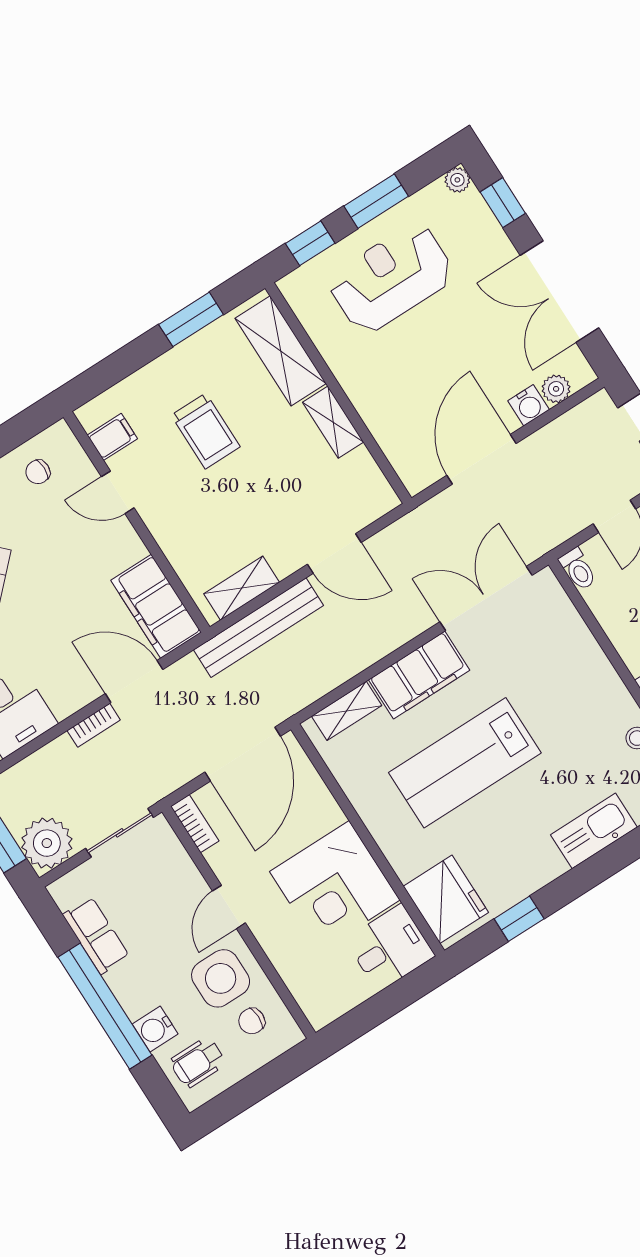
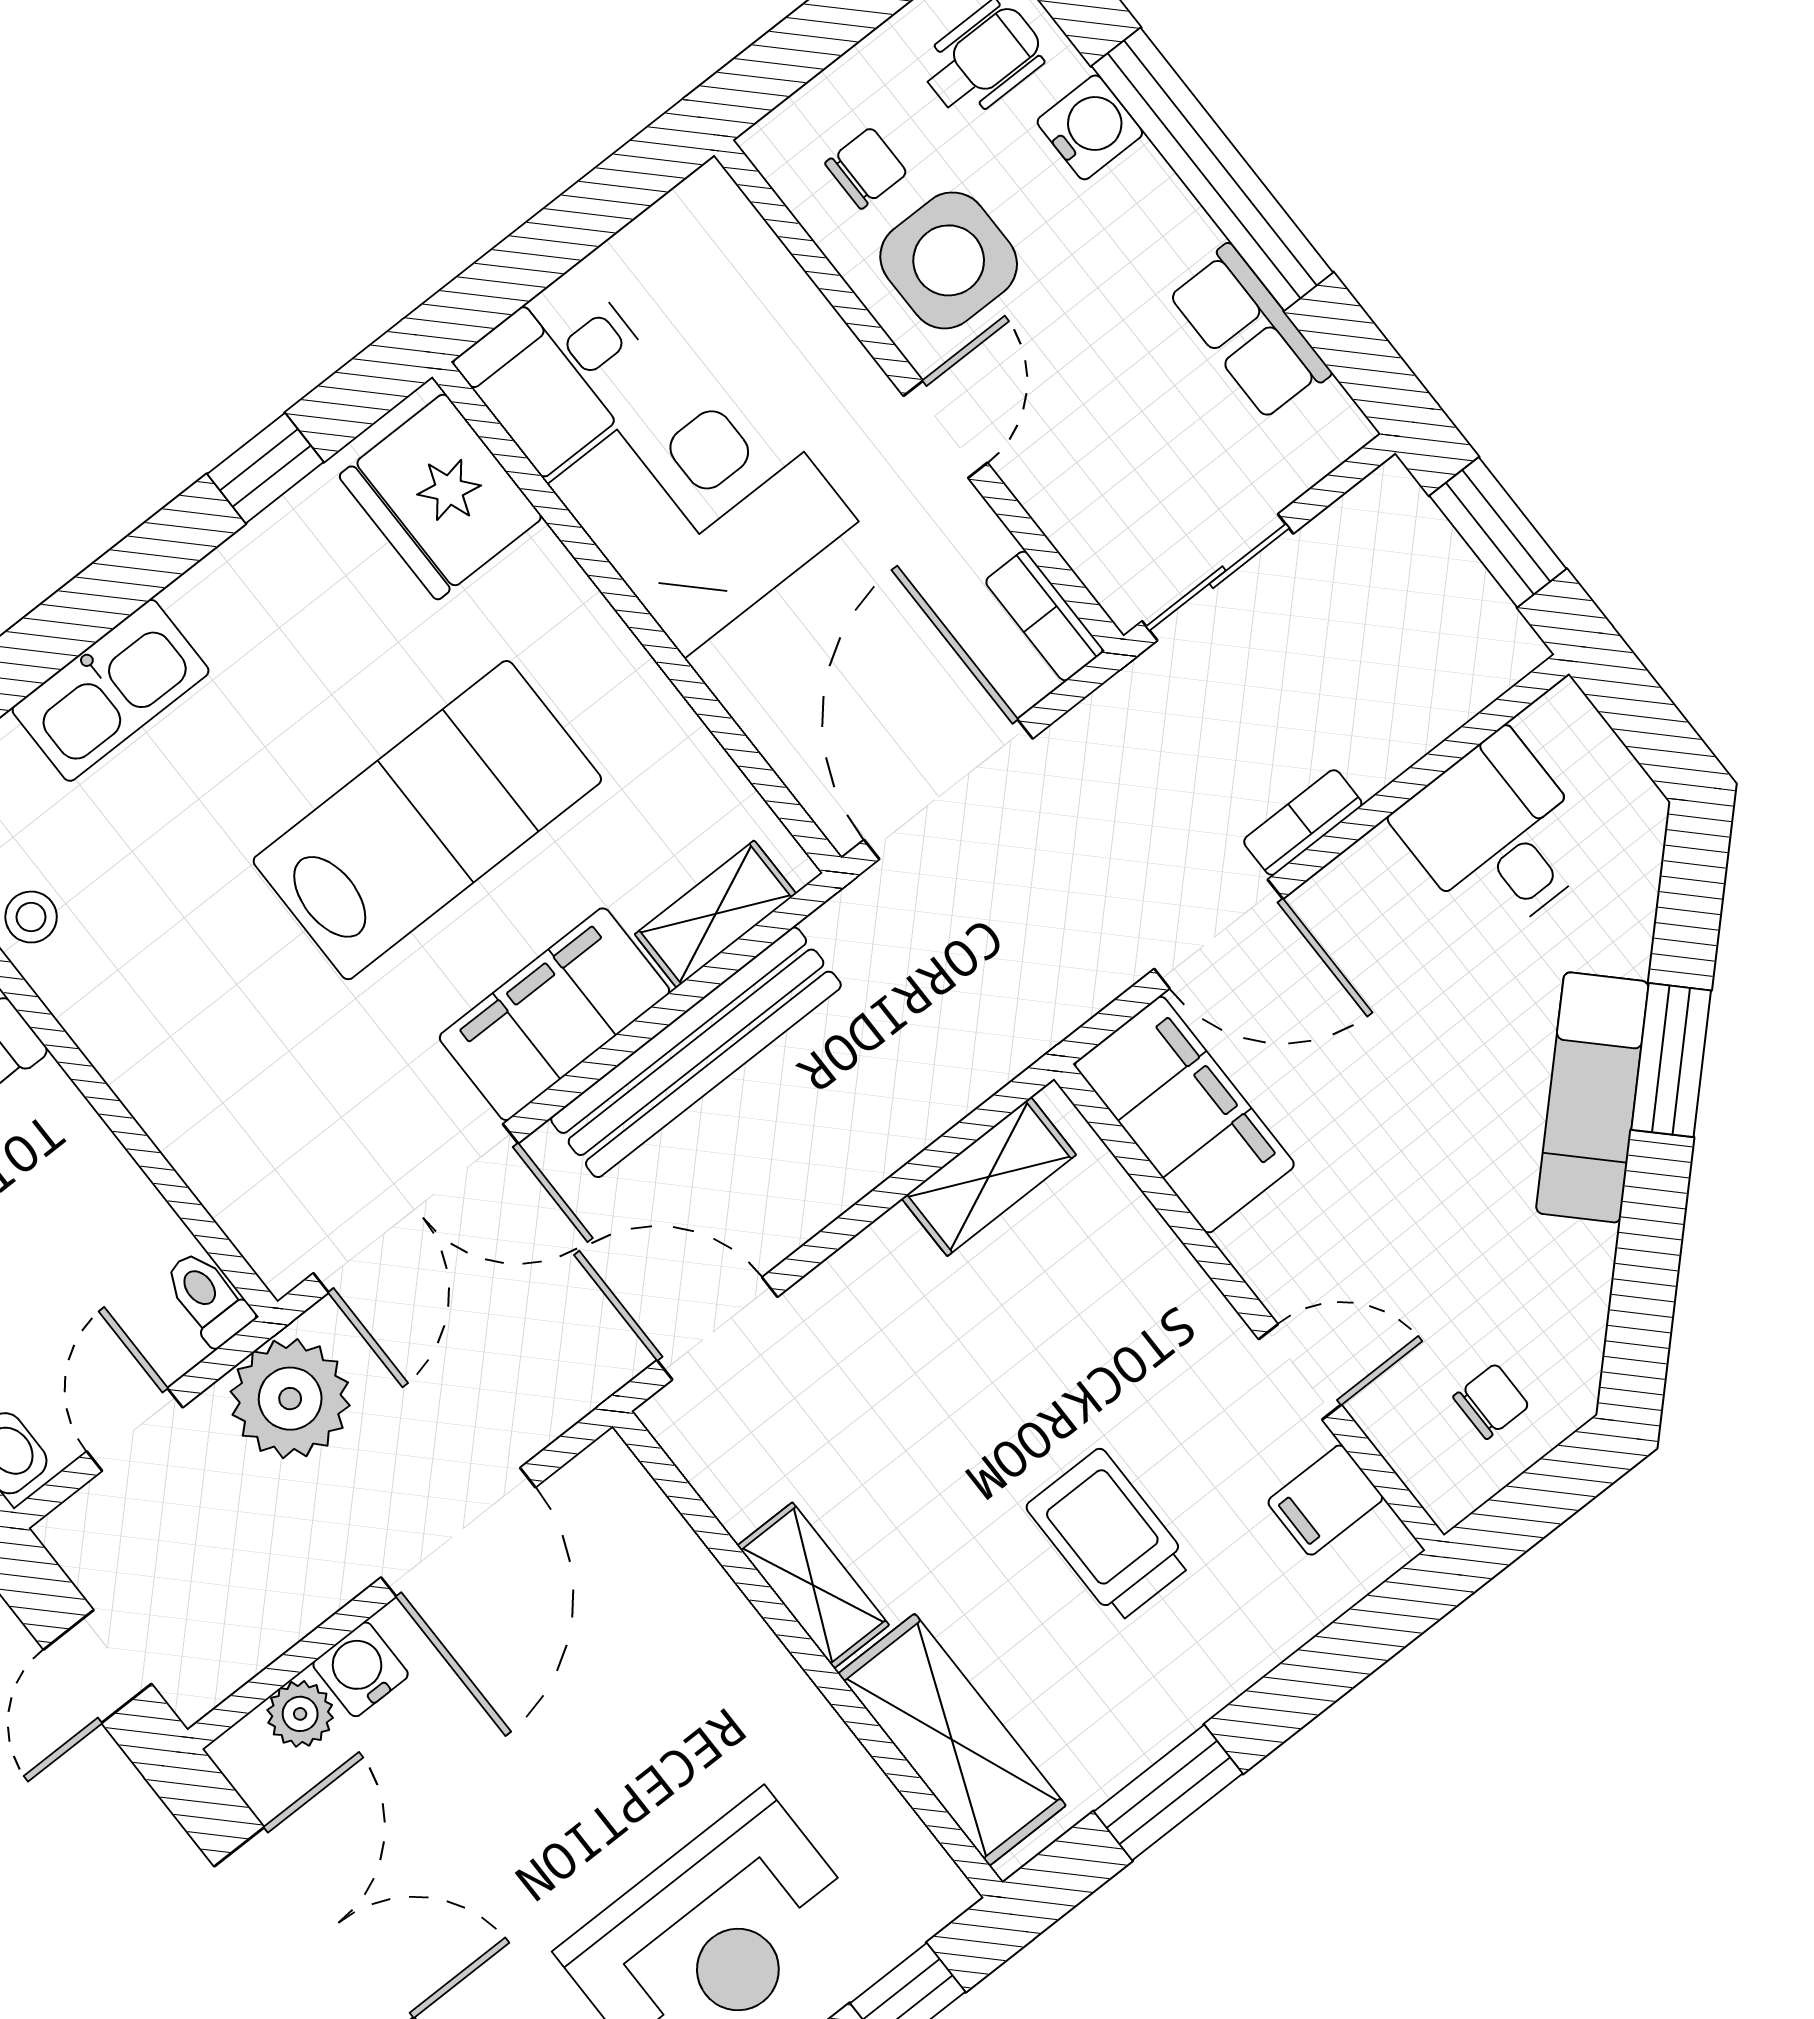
door: (334, 553) -> (717, 1328), moved
bench: (258, 628) -> (696, 1052), moved
plant: (47, 843) -> (290, 1399), moved

